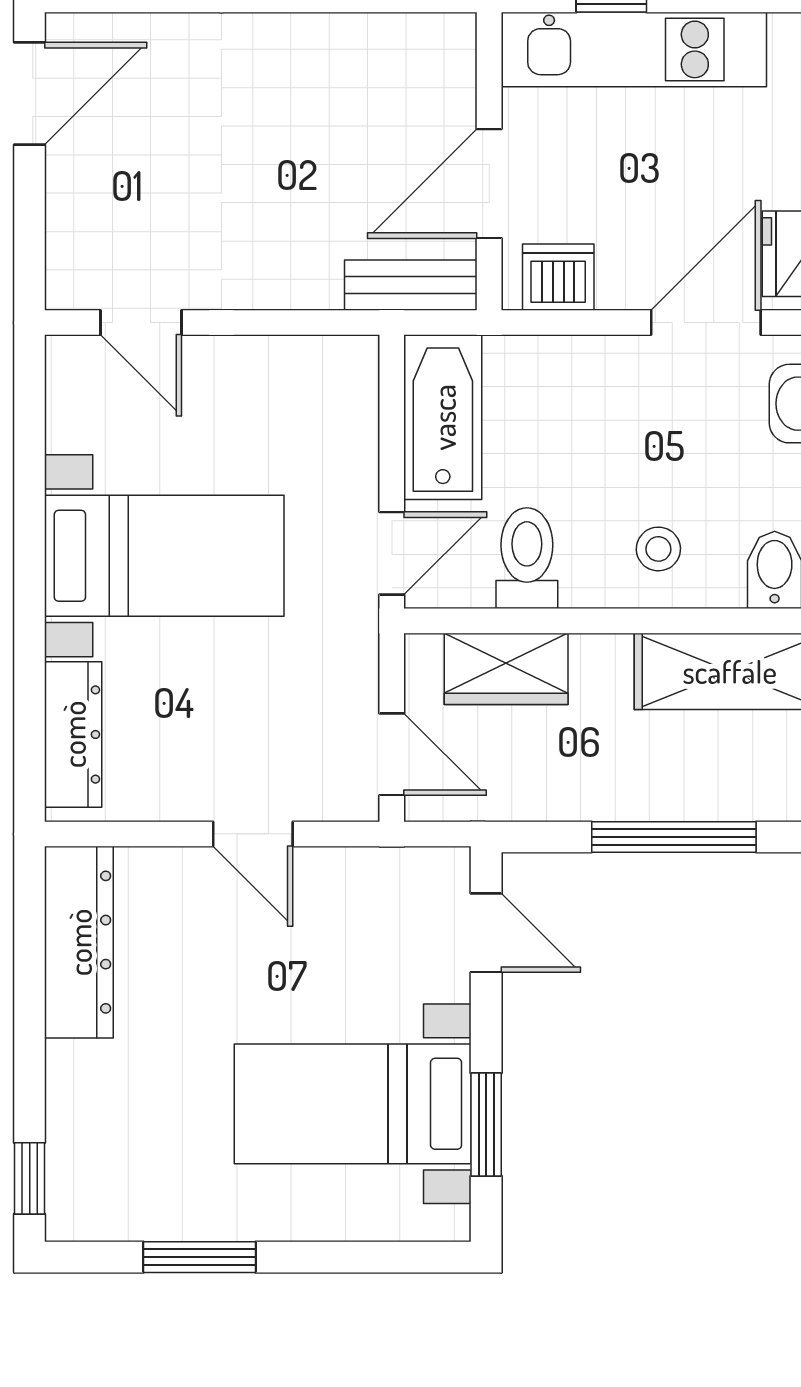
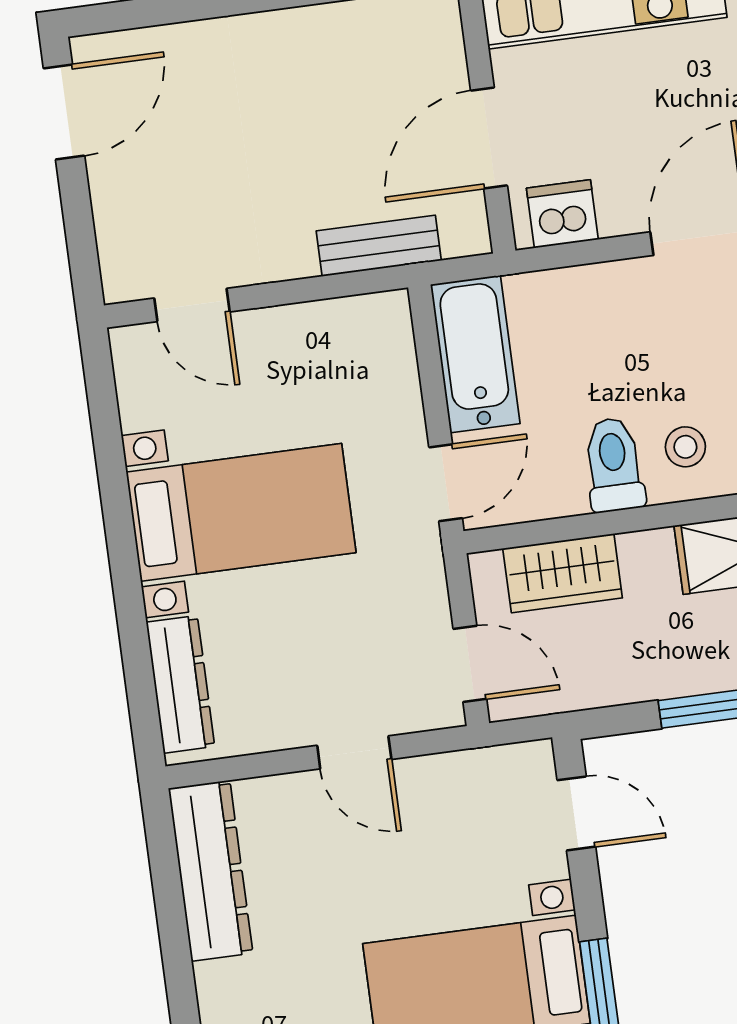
bench: (411, 285) -> (379, 246), moved
toilet: (527, 558) -> (614, 465), moved

